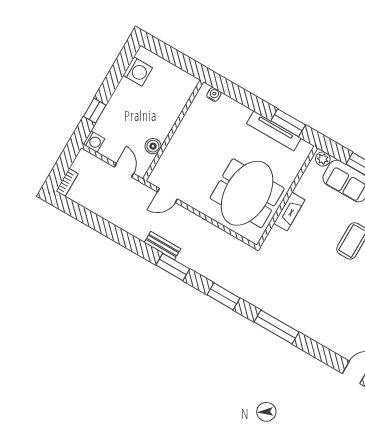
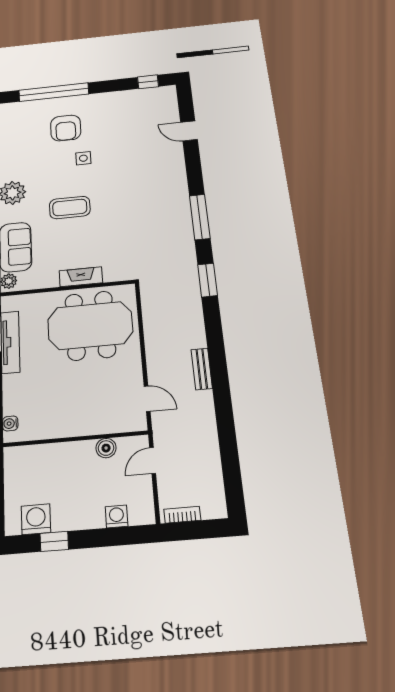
window: (95, 111) -> (54, 541), moved
washing machine: (94, 142) -> (117, 516), moved
bookcase: (67, 182) -> (182, 515), moved
window: (173, 267) -> (216, 345), removed

